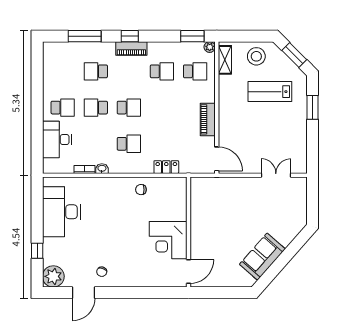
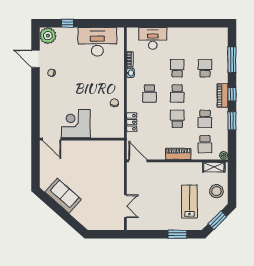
window: (192, 36) -> (232, 121), moved
school desk: (63, 108) -> (177, 119), moved, turned 180
piano: (208, 119) -> (178, 154), moved
door: (217, 159) -> (138, 161), swing flipped

